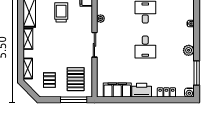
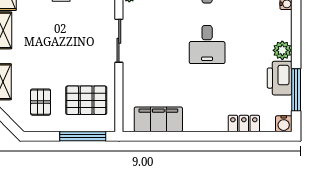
pallet: (76, 79) -> (86, 100), turned 90
printer: (142, 90) -> (280, 78), moved, turned -90

